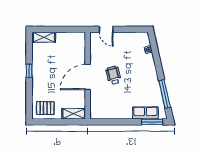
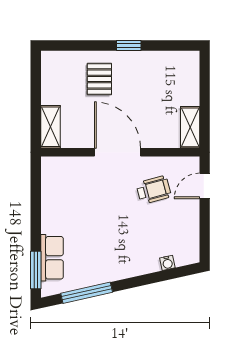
shelving: (44, 37) -> (190, 127), moved
wheelchair: (113, 75) -> (154, 190), moved
pallet: (45, 108) -> (99, 79), moved

